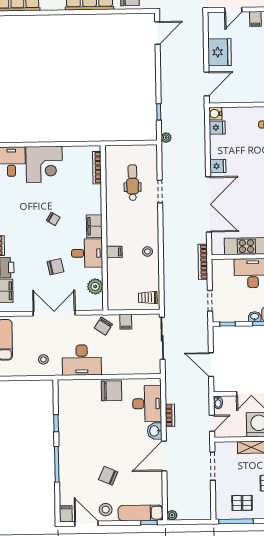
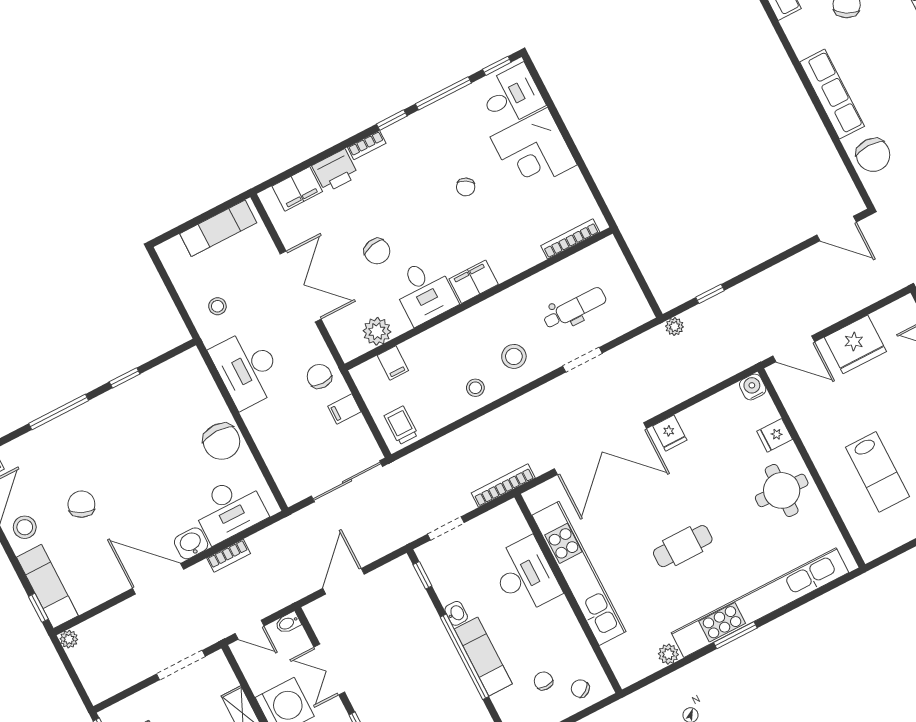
fridge: (217, 128) -> (775, 435), moved, turned 90
chair: (53, 219) -> (466, 187), moved
stool: (141, 225) -> (514, 356), added
filing cabinet: (114, 252) -> (393, 363), moved
chair: (103, 326) -> (319, 376), turned 56

